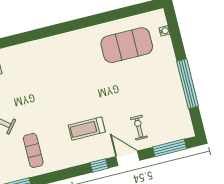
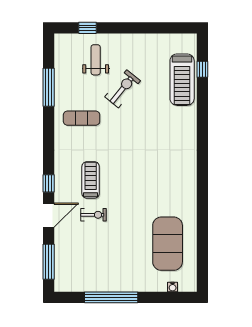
exercise bike: (139, 128) -> (94, 215), moved

